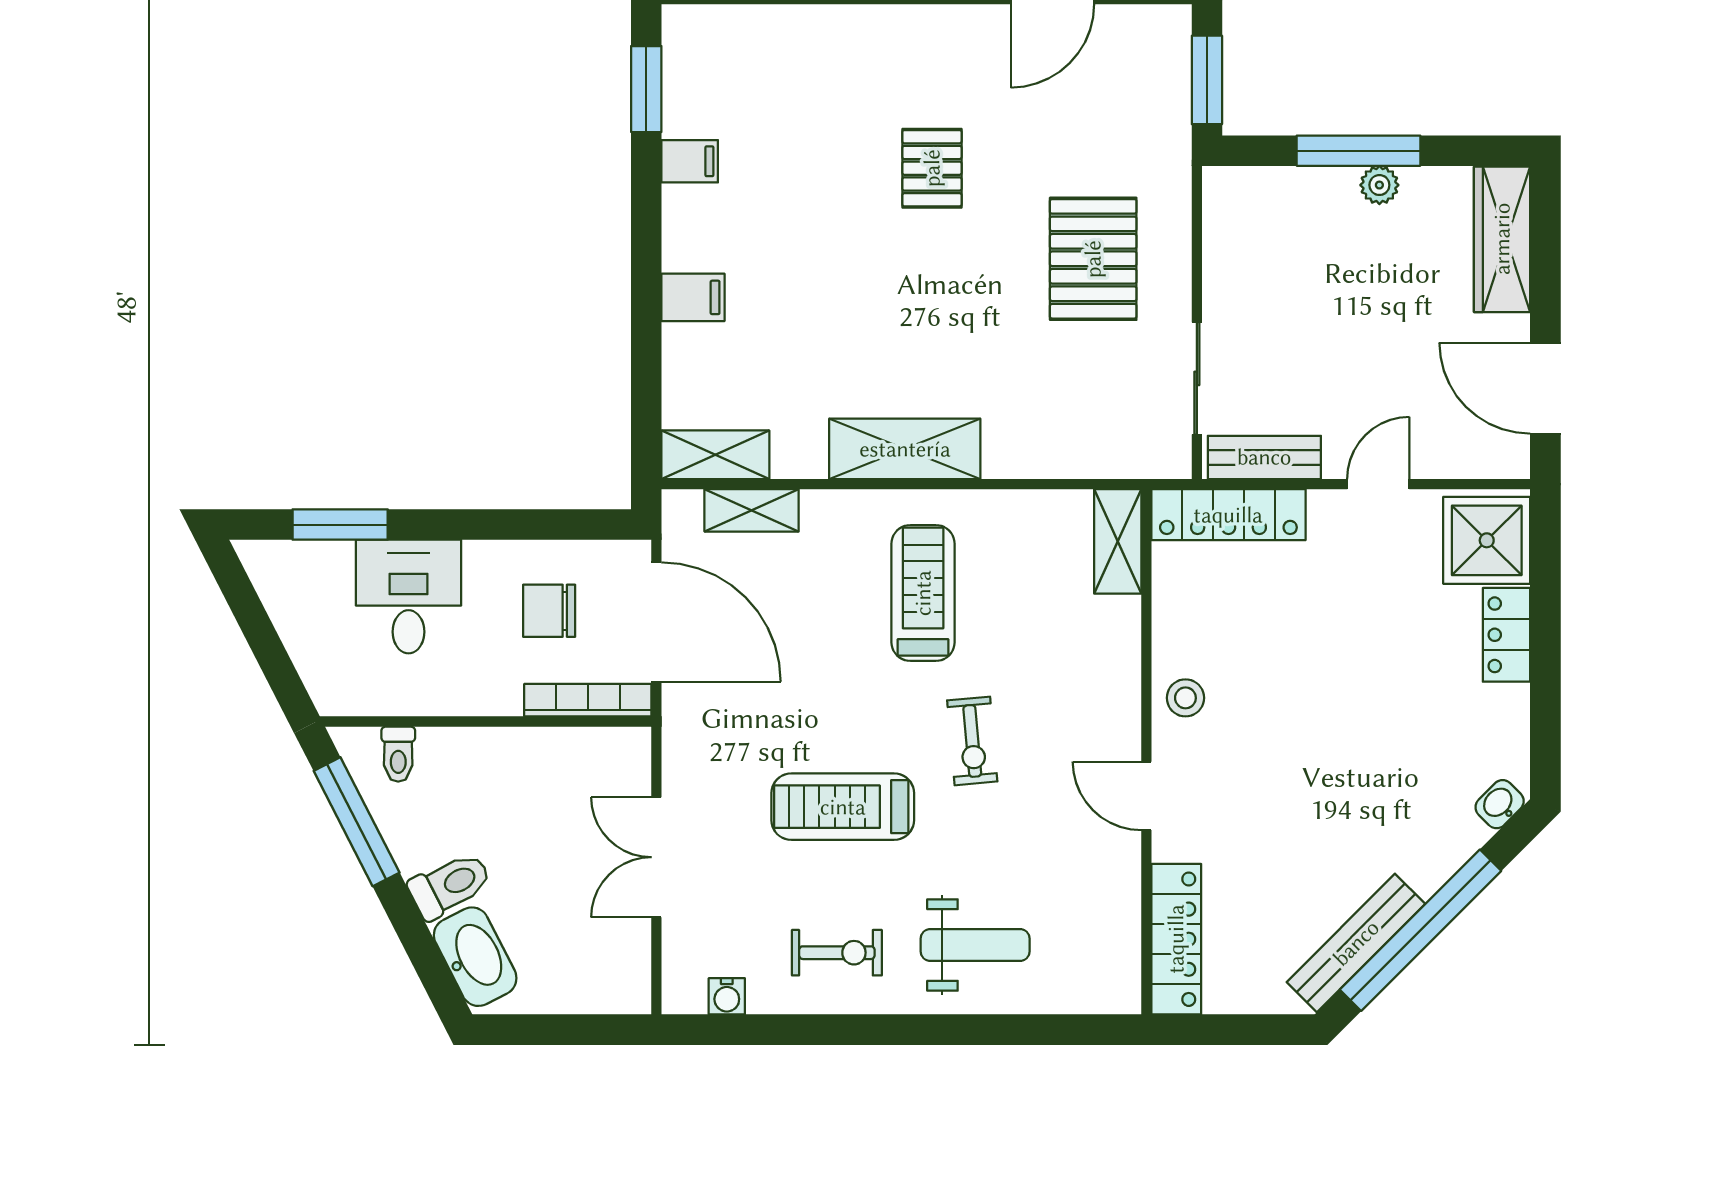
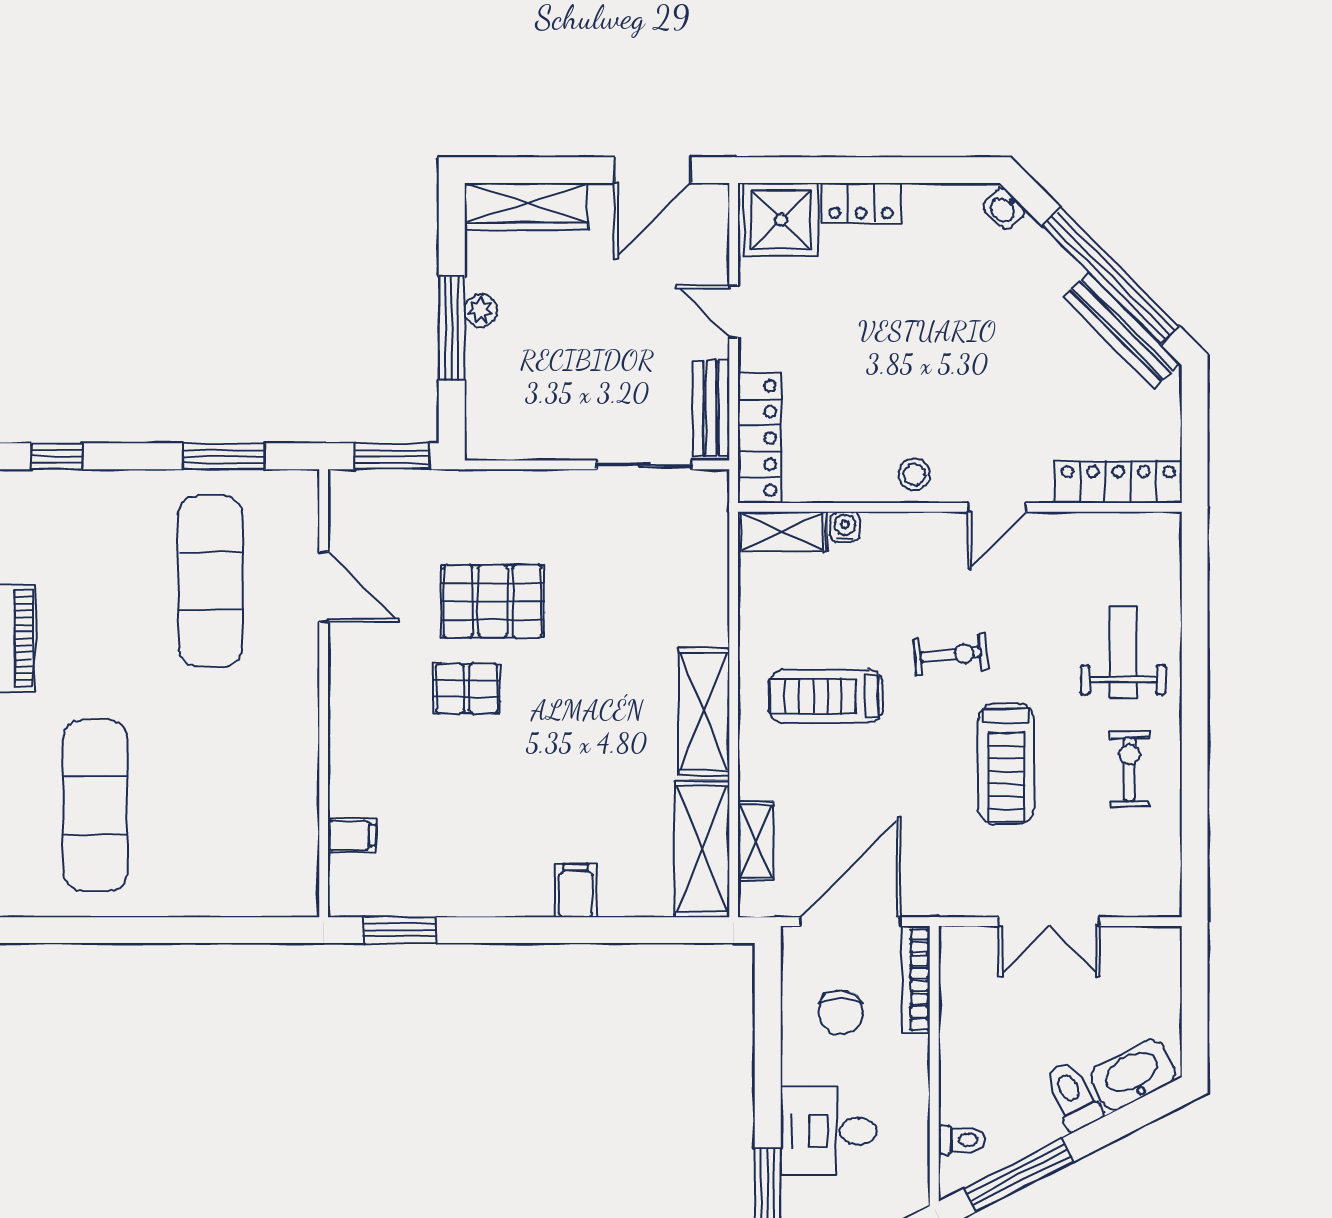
filing cabinet: (690, 161) -> (352, 835), moved, turned 90
pallet: (1093, 259) -> (493, 601), moved
shelving: (715, 455) -> (702, 849), width x1.50, depth x1.33
water cooler: (727, 996) -> (845, 527), moved, turned -90

